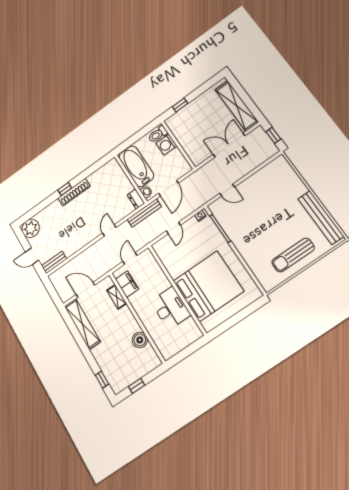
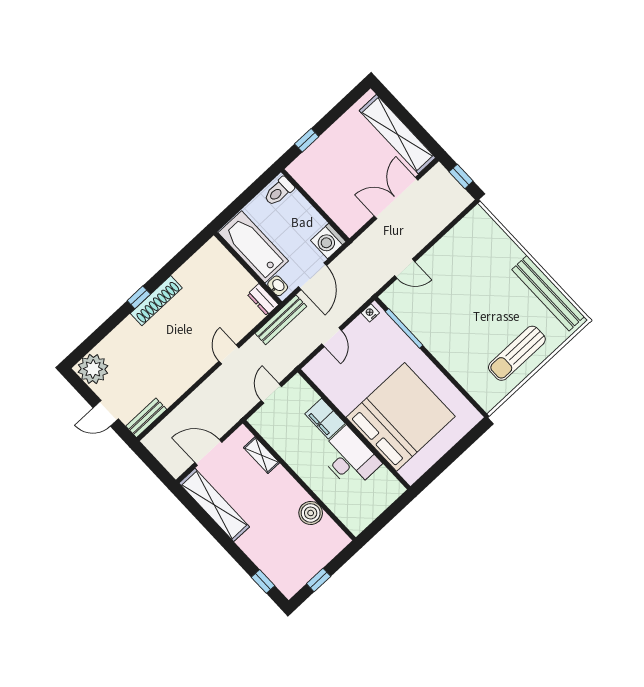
washing machine: (166, 145) -> (328, 241), moved
filing cabinet: (127, 284) -> (325, 419), moved, turned 180

